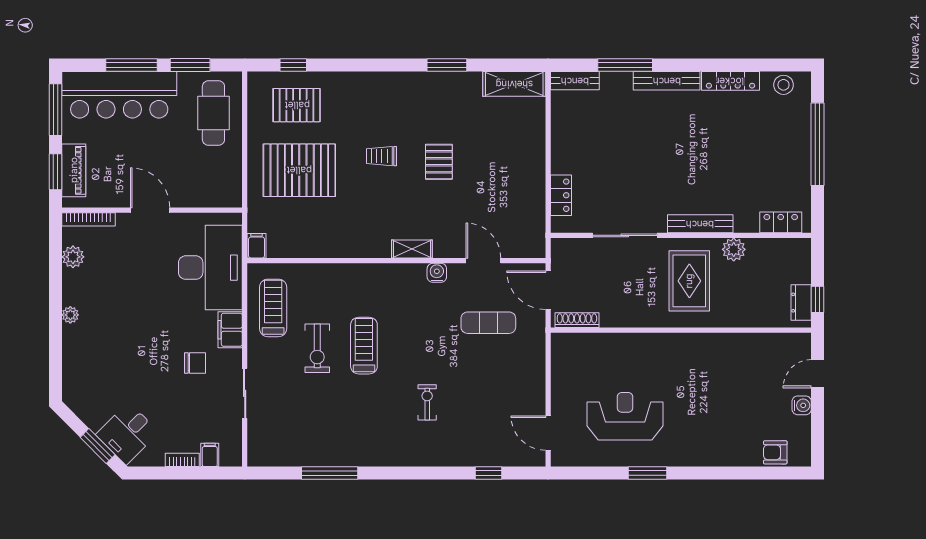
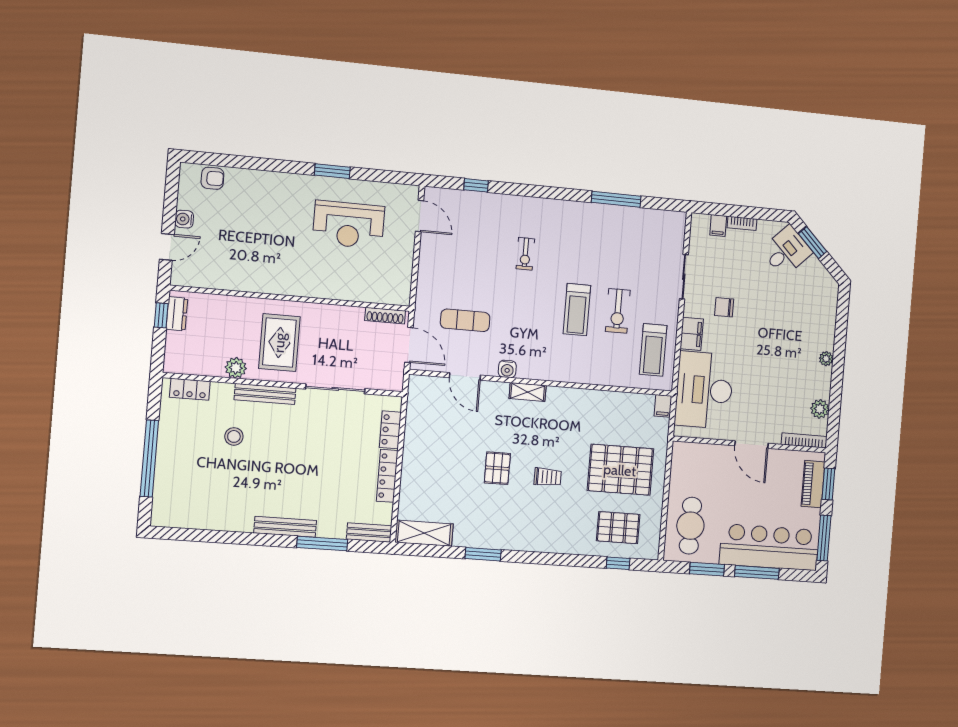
locker: (730, 81) -> (387, 476), moved, turned -90
stool: (784, 85) -> (234, 436), moved
exercise bike: (317, 348) -> (618, 311), turned 180

